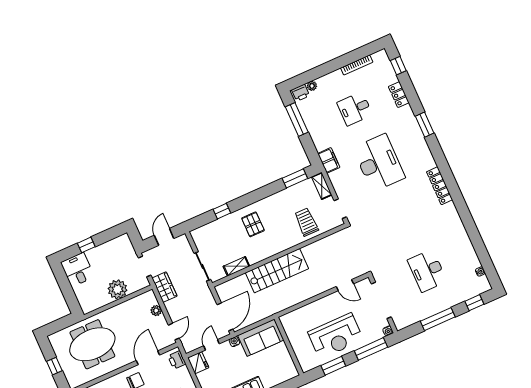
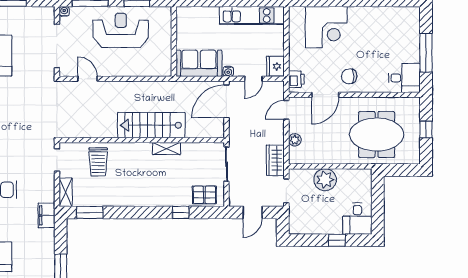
pallet: (253, 224) -> (204, 195), moved, turned 90
shelving: (236, 266) -> (166, 148), moved

